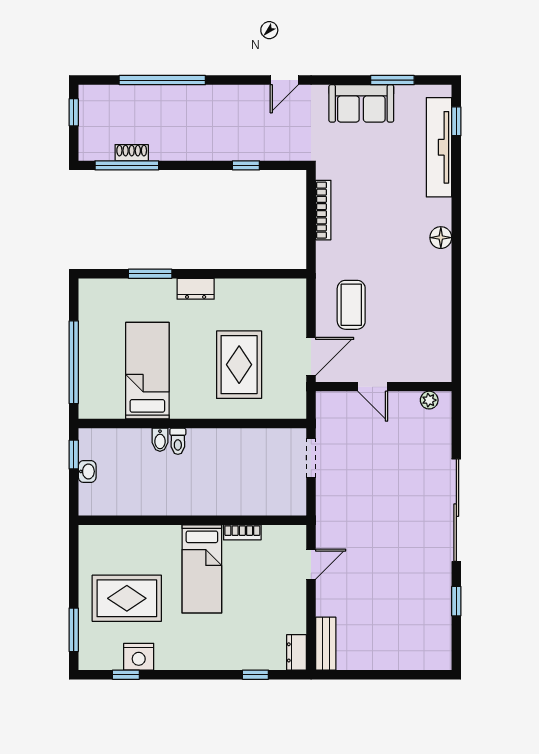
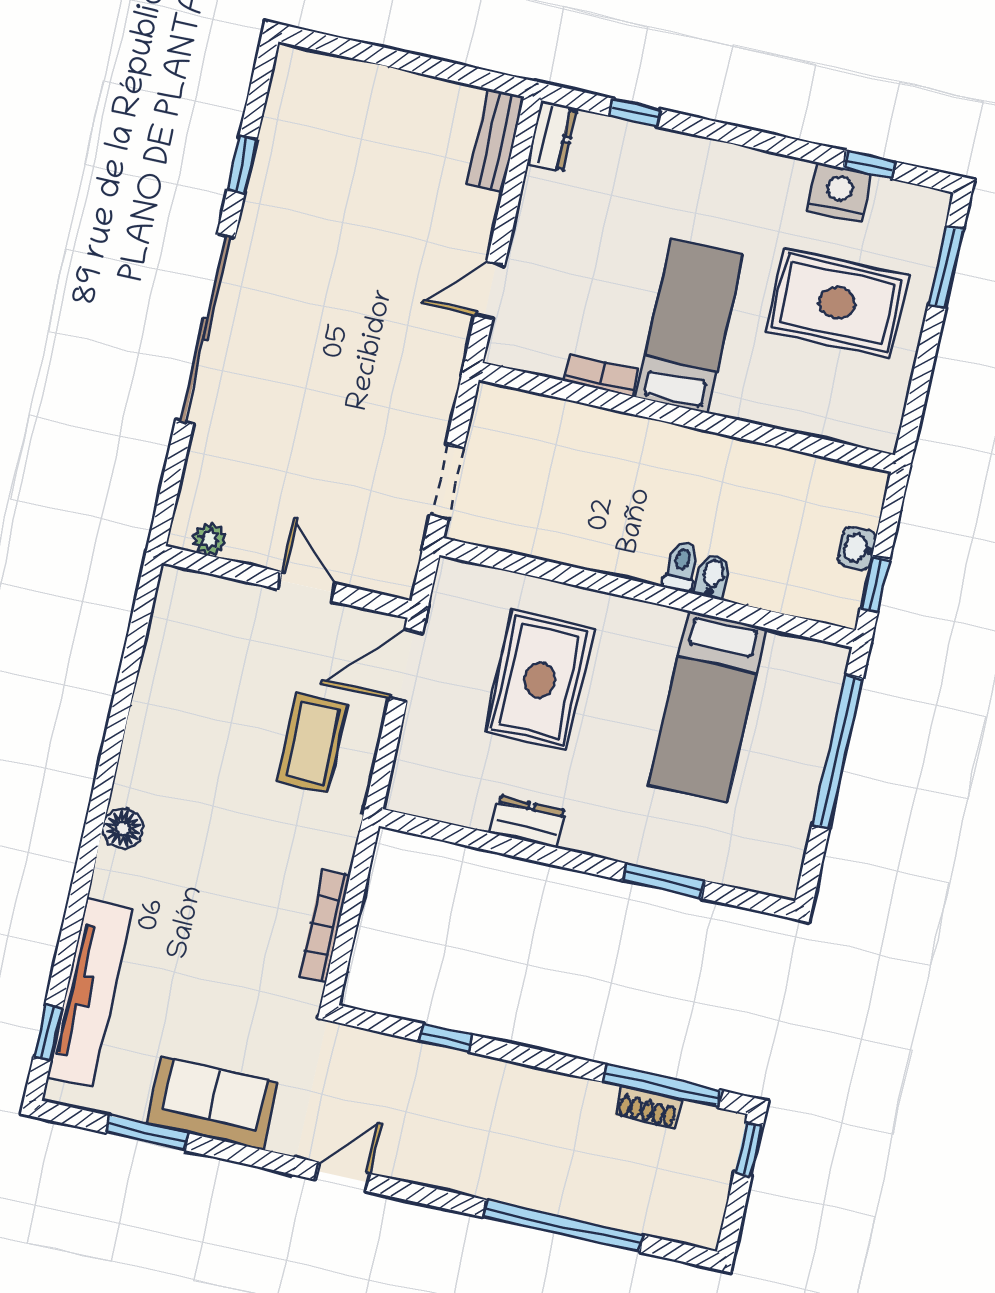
window: (74, 112) -> (749, 1150), moved
dresser: (196, 289) -> (528, 822), moved

